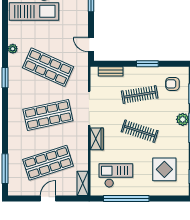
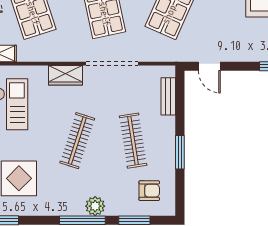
door: (91, 45) -> (209, 66), swing flipped
armchair: (172, 84) -> (149, 191), turned 90

